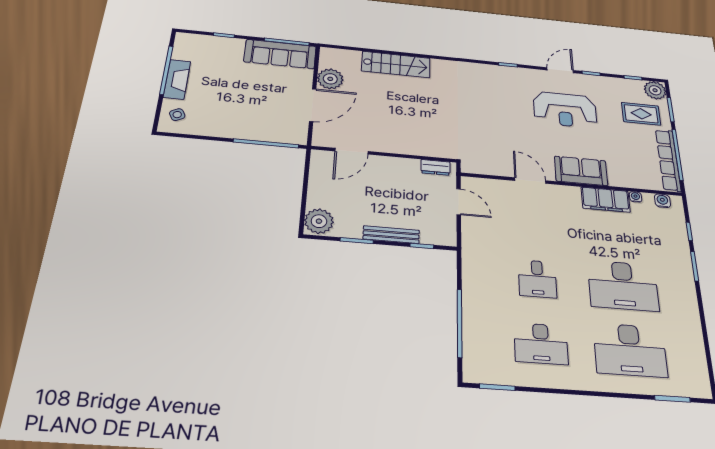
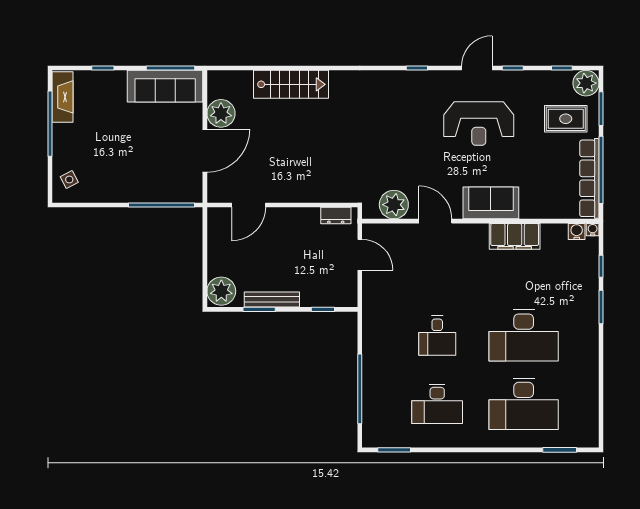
fireplace: (177, 79) -> (63, 97), moved
plant: (491, 164) -> (394, 205), added
water cooler: (636, 197) -> (593, 230), moved
bench: (391, 235) -> (272, 300), moved

